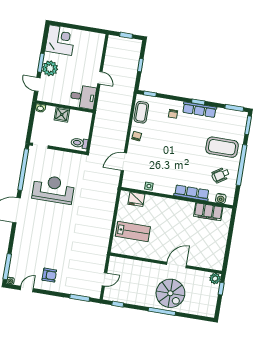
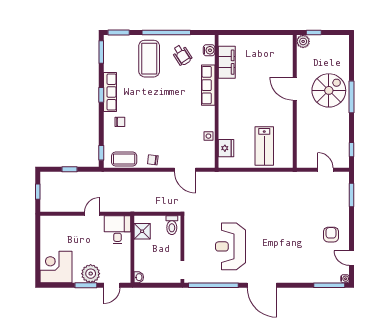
shower: (62, 115) -> (142, 231), moved
lab bench: (133, 231) -> (264, 146), turned 180

